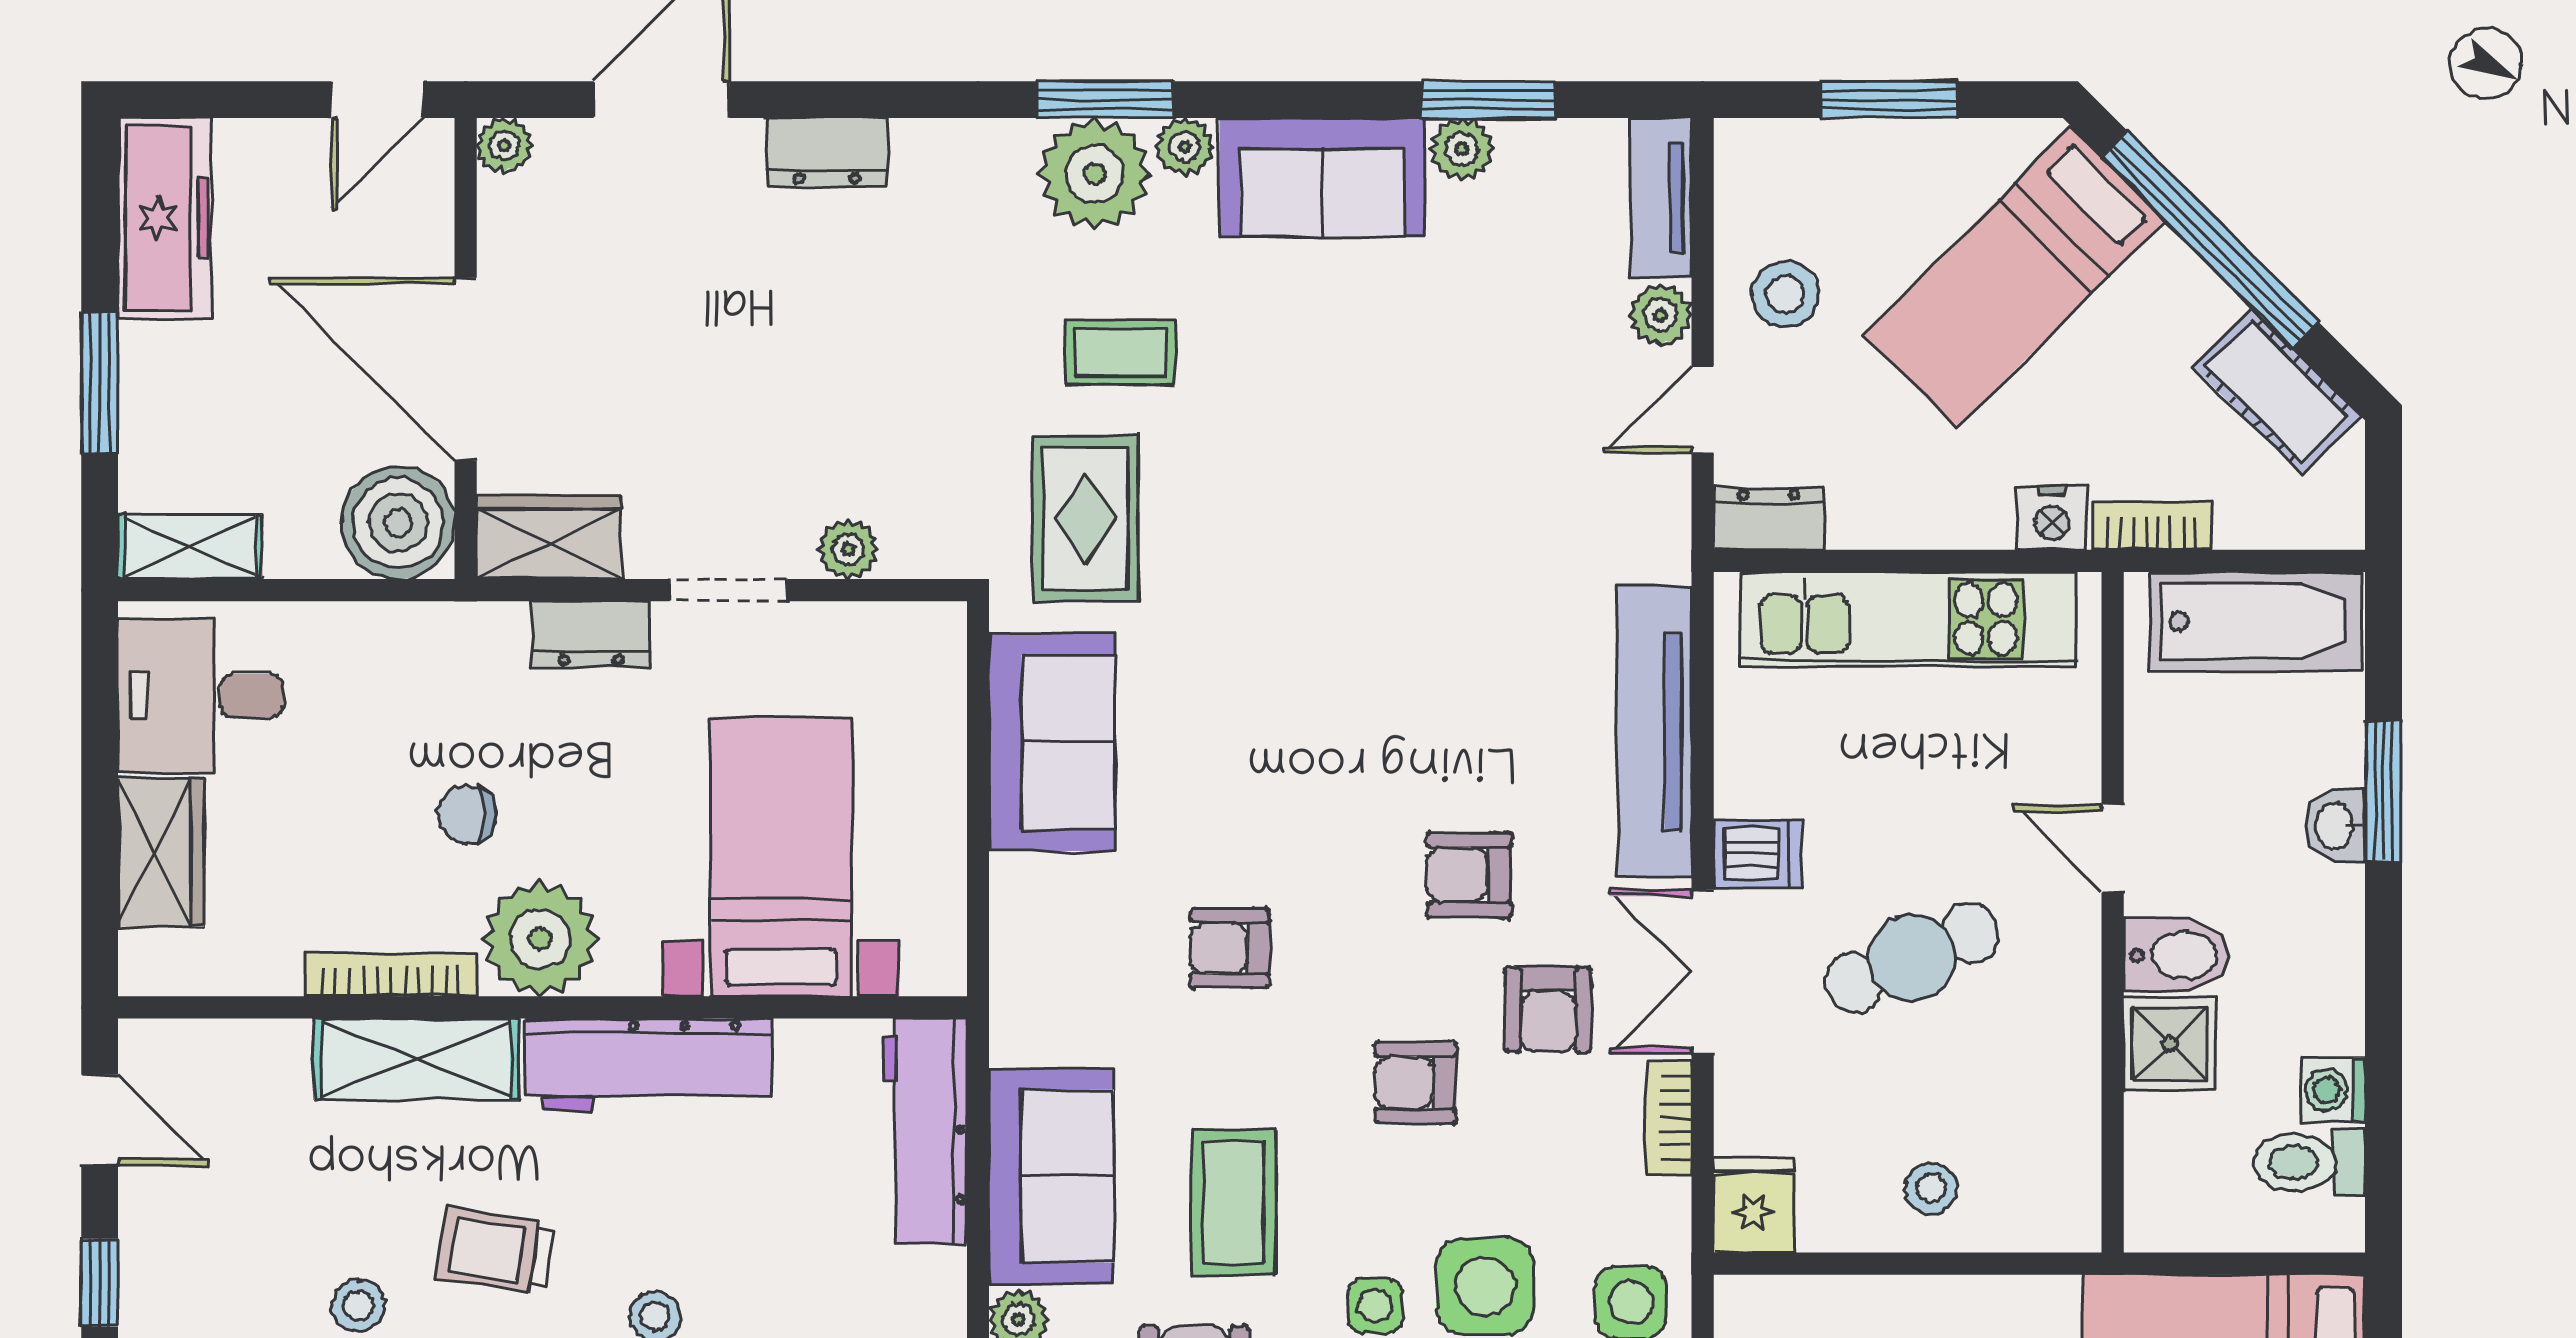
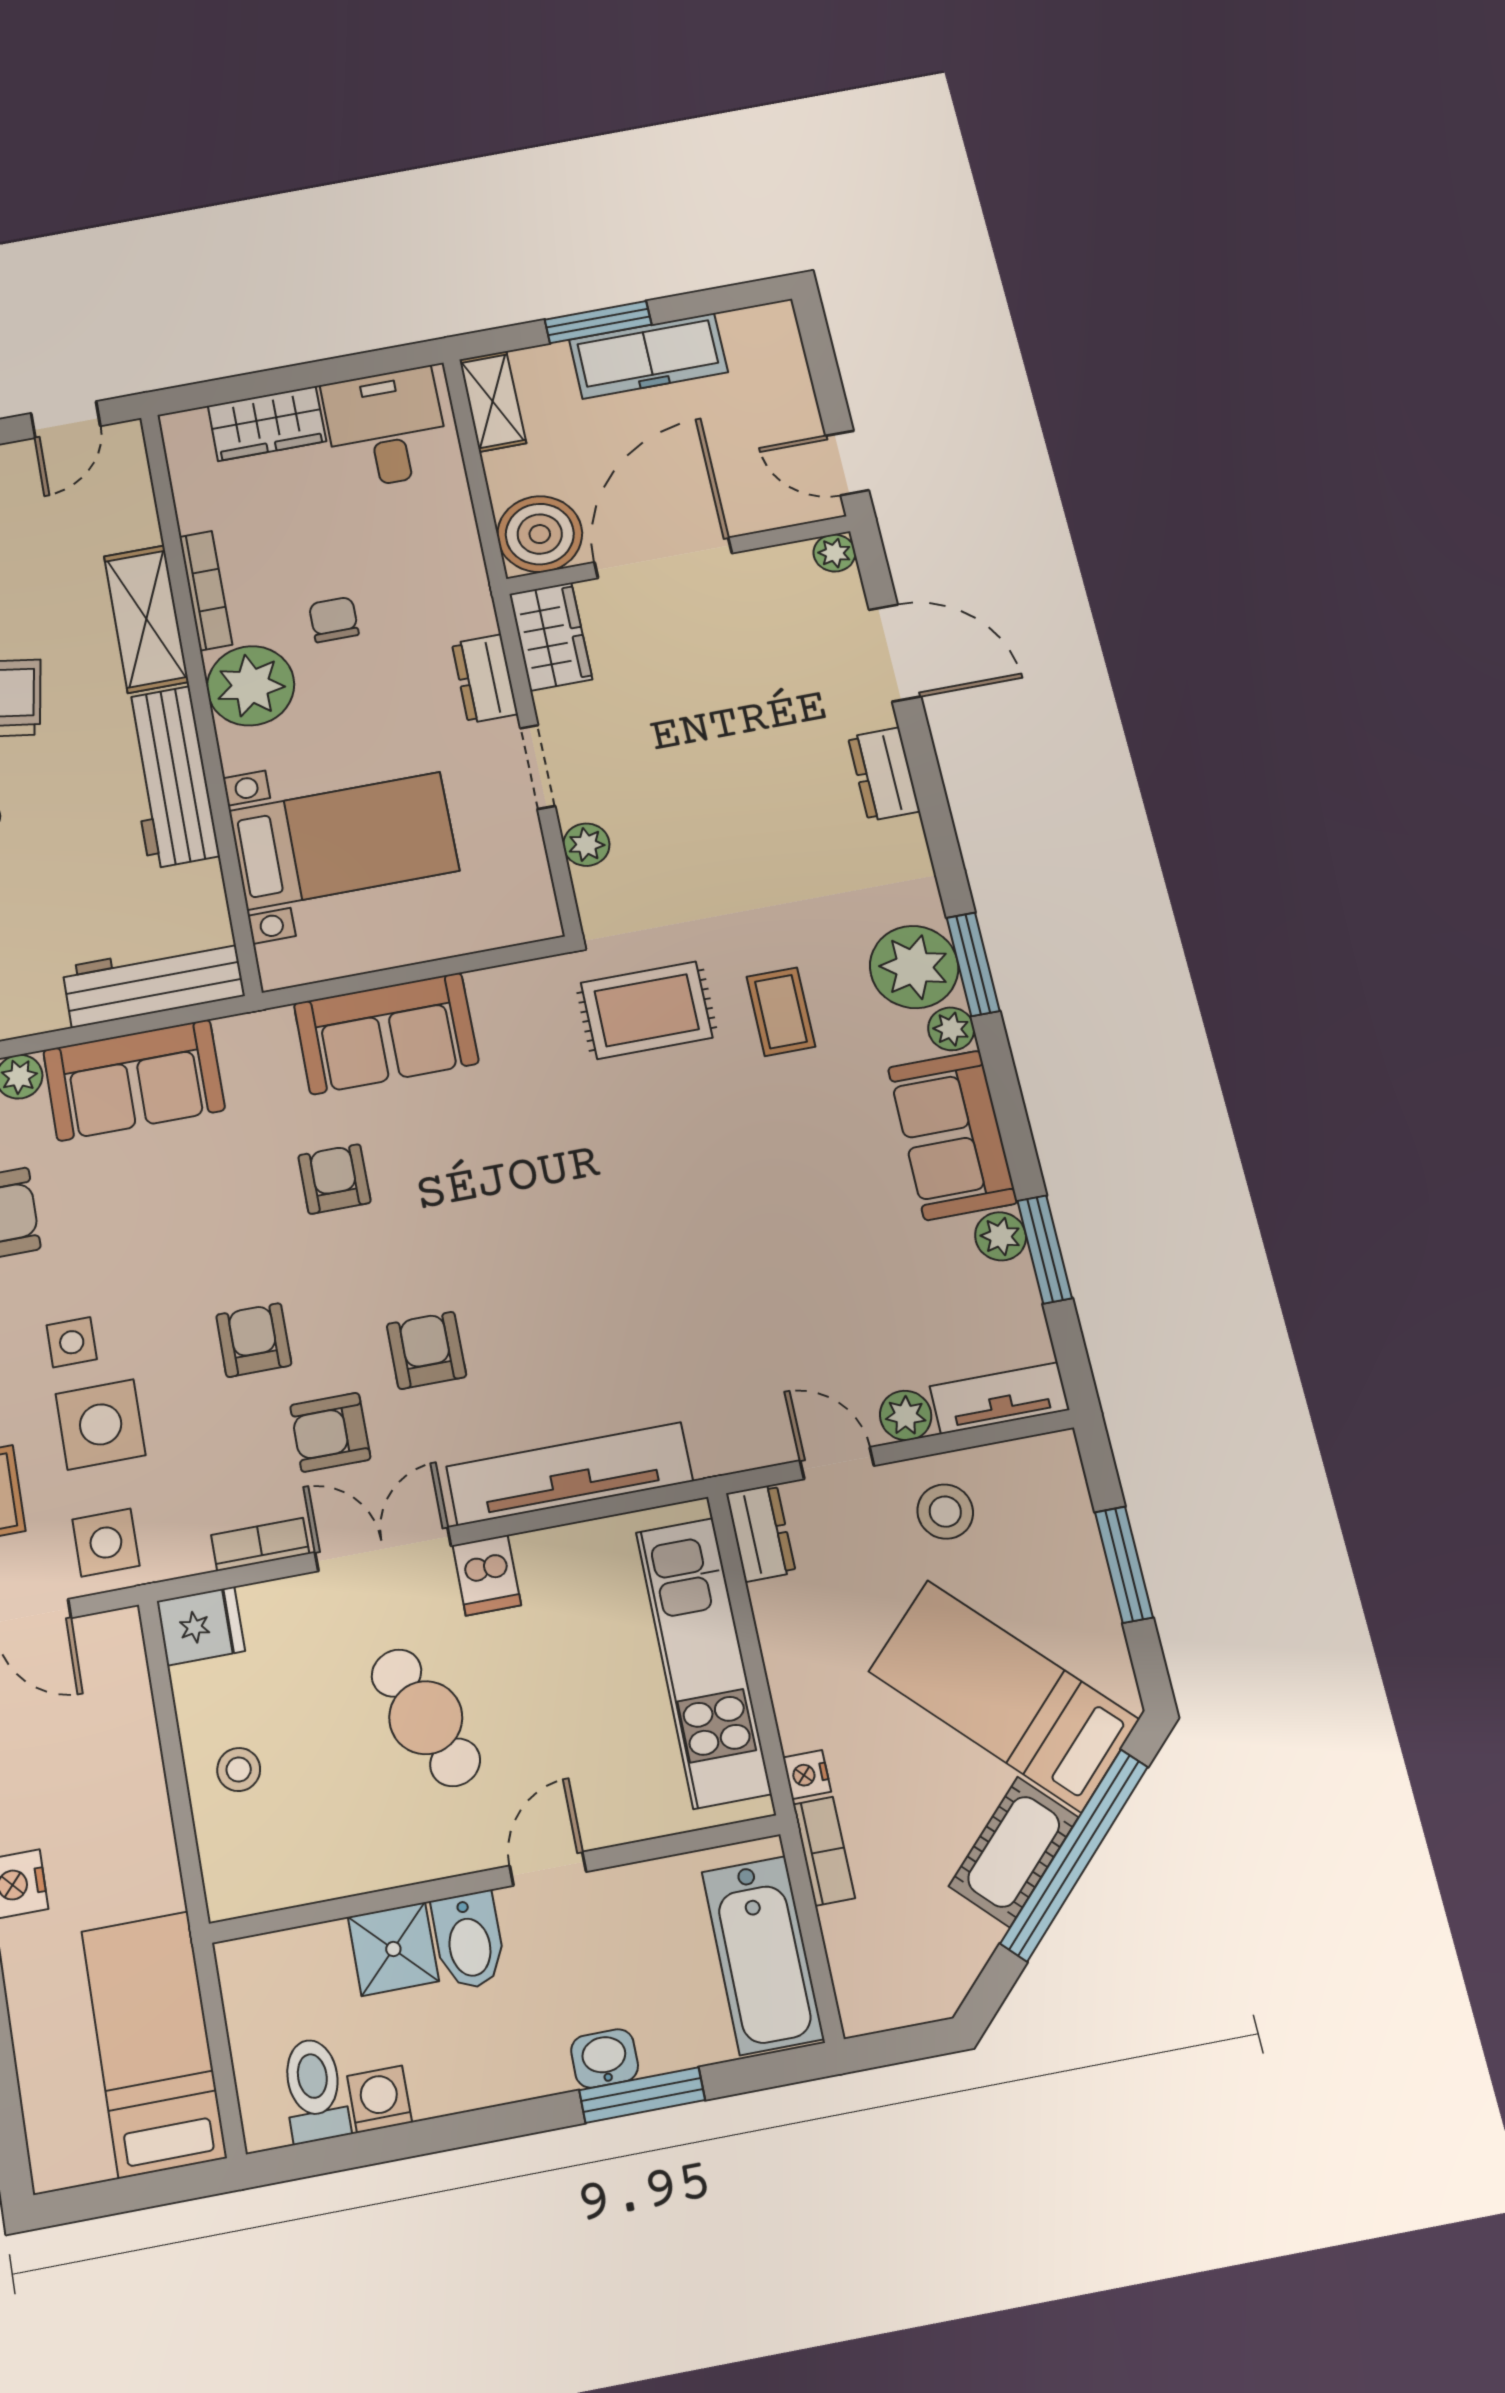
freezer: (164, 218) -> (648, 356), moved
cot: (2277, 391) -> (1014, 1852), moved
nightstand: (2052, 518) -> (807, 1775), width x0.72, depth x0.74
sofa: (1052, 742) -> (386, 1033), moved
coffee table: (1234, 1202) -> (136, 1219), removed

